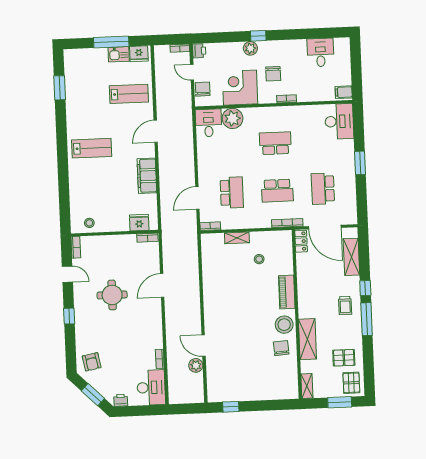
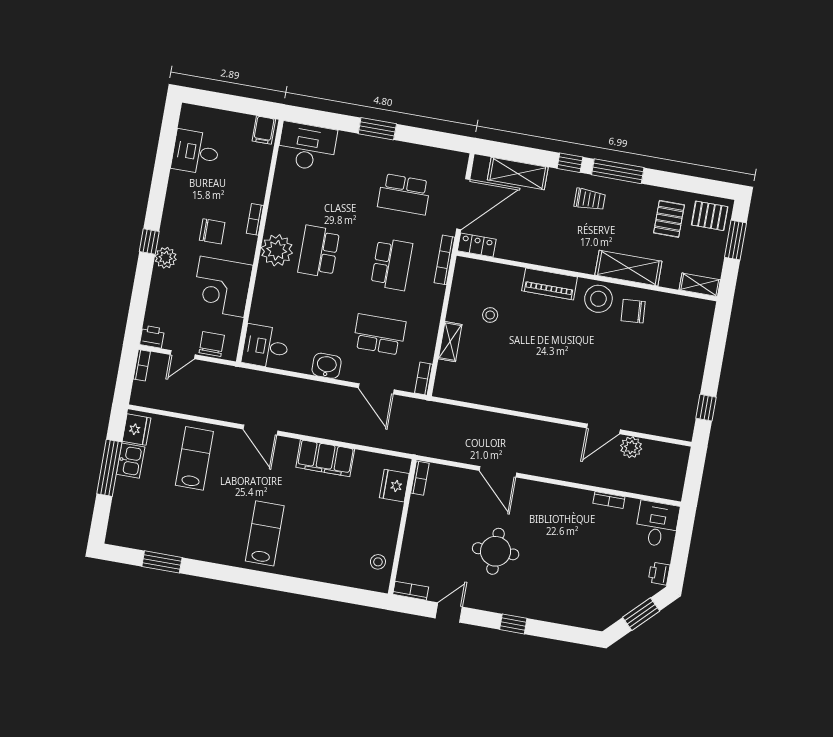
chair: (203, 89) -> (212, 344), turned 90
plant: (233, 118) -> (277, 250), moved
washbasin: (205, 164) -> (327, 366), added
armchair: (92, 362) -> (591, 605), removed
desk: (151, 387) -> (657, 524), width x0.73

